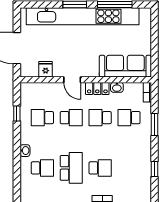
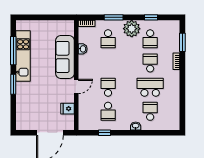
kitchen unit: (83, 16) -> (23, 56), width x0.54
sofa: (125, 66) -> (65, 57), moved
locker: (97, 89) -> (84, 65), removed
school desk: (100, 118) -> (150, 39), moved
plant: (141, 146) -> (132, 29), added

